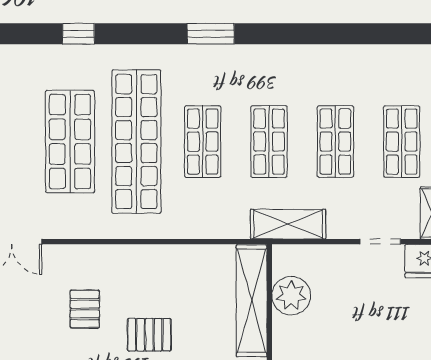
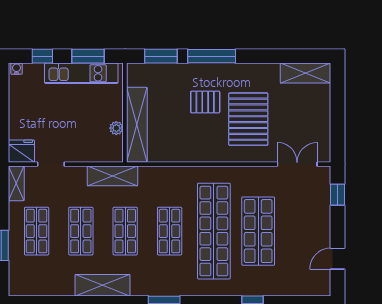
shelving: (303, 60) -> (103, 285), added
plant: (291, 296) -> (116, 128), width x0.53, depth x0.53
pallet: (85, 309) -> (248, 119), width x2.05, depth x2.00

